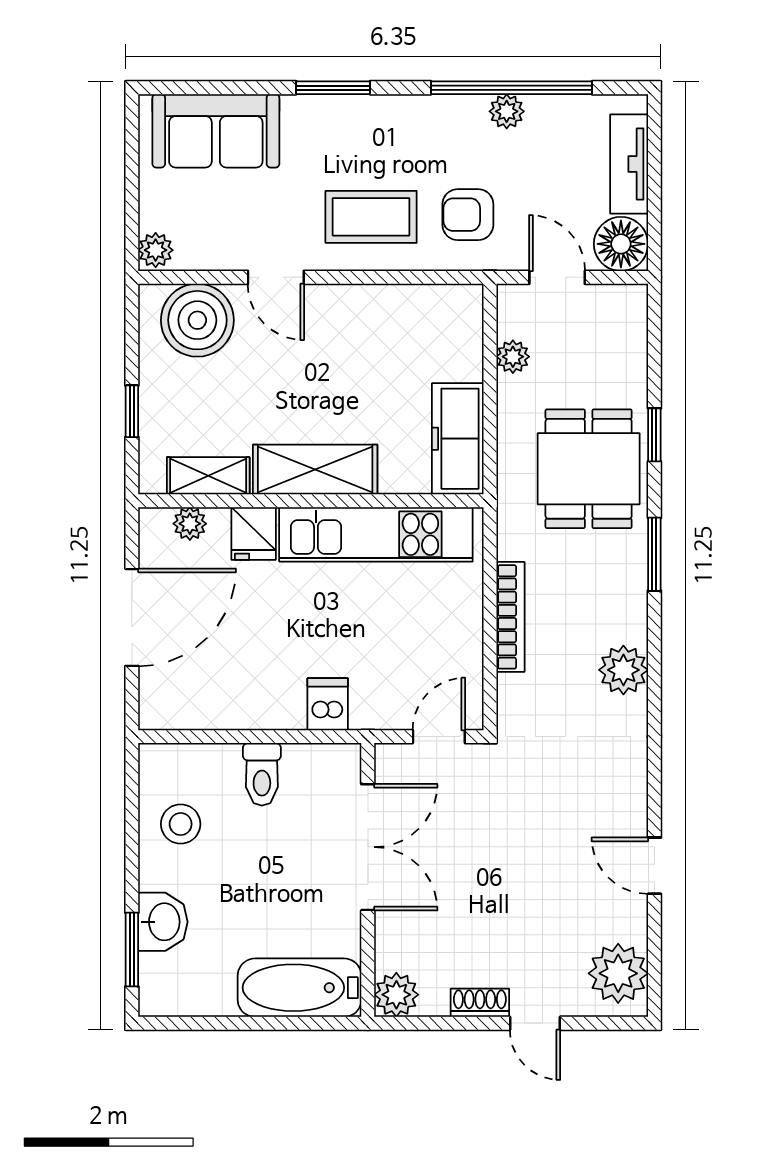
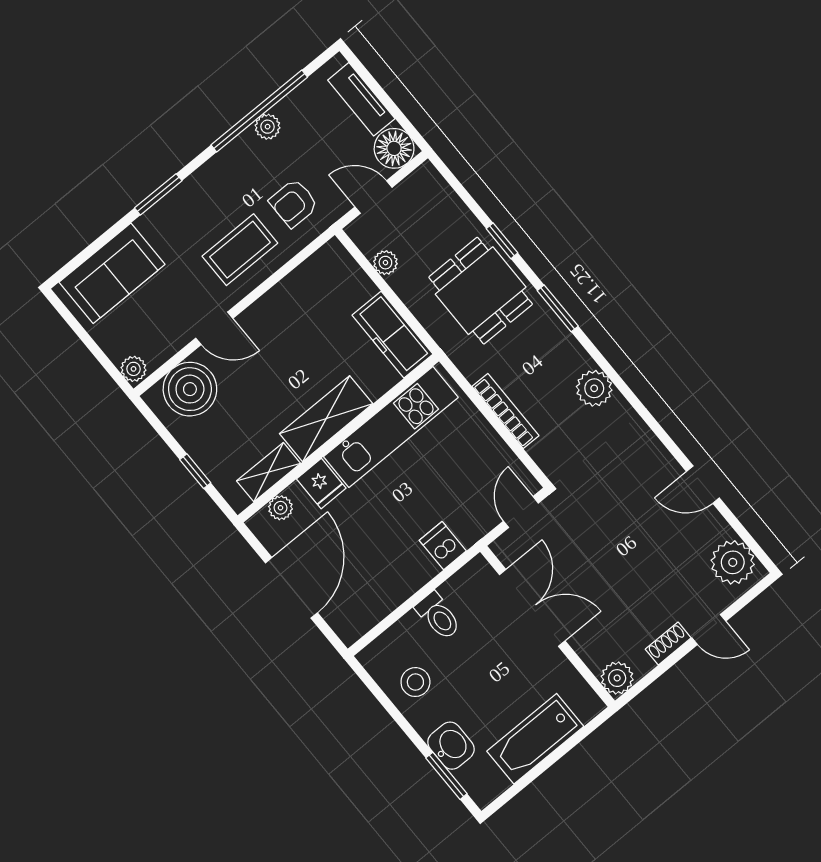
bathtub: (300, 988) -> (535, 739), moved

